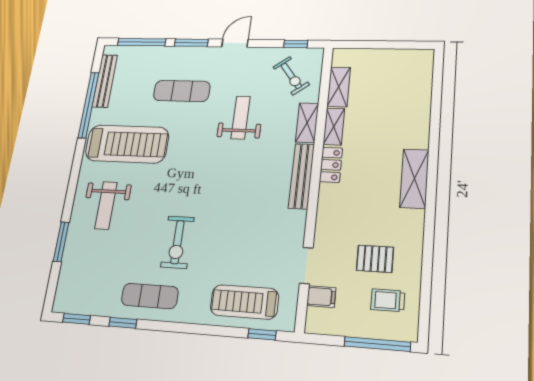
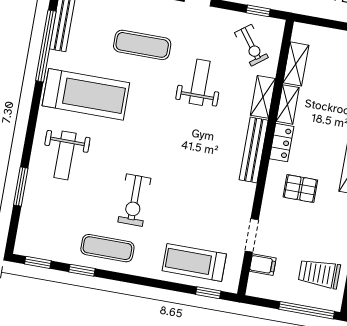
pallet: (375, 259) -> (300, 189), moved
trolley: (388, 300) -> (319, 274), width x1.36, depth x1.39

